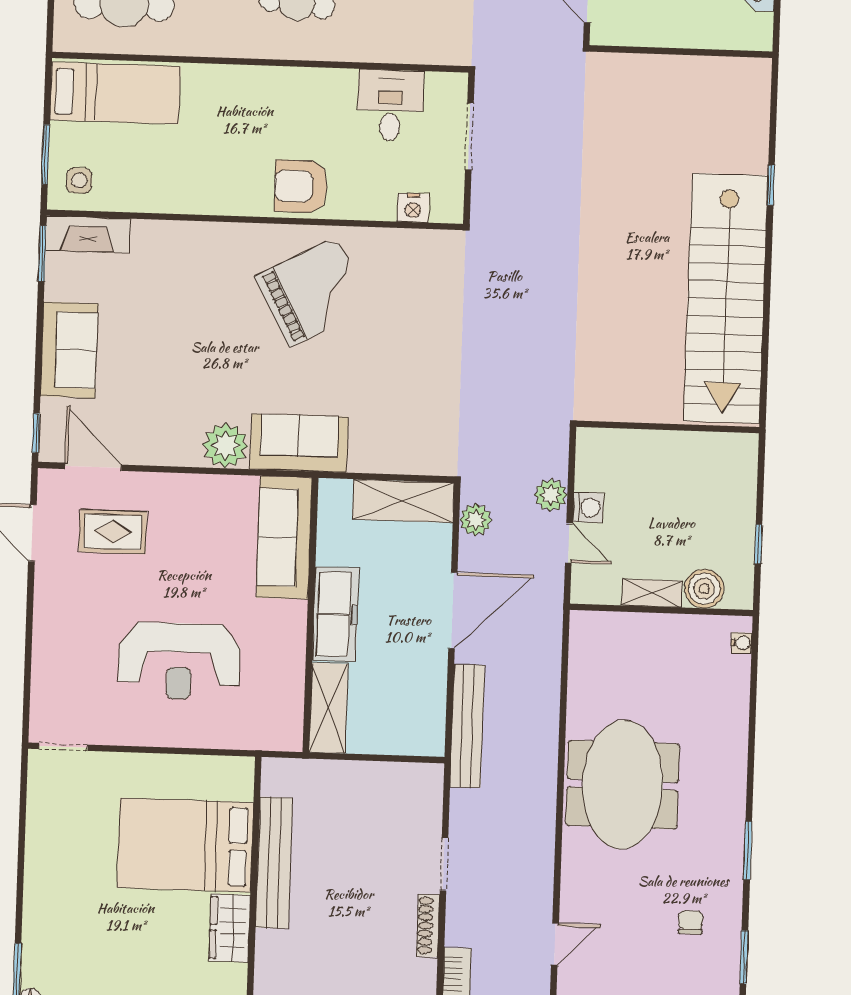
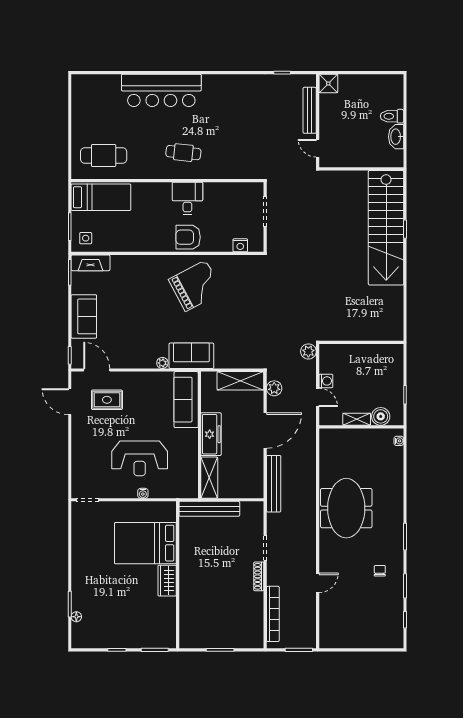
desk: (390, 105) -> (187, 198), moved
stairs: (726, 298) -> (386, 228), moved
plant: (225, 445) -> (162, 363), width x0.53, depth x0.53
plant: (551, 495) -> (308, 351), moved
water cooler: (184, 737) -> (143, 493), added
bench: (274, 863) -> (209, 509), moved, turned 90

